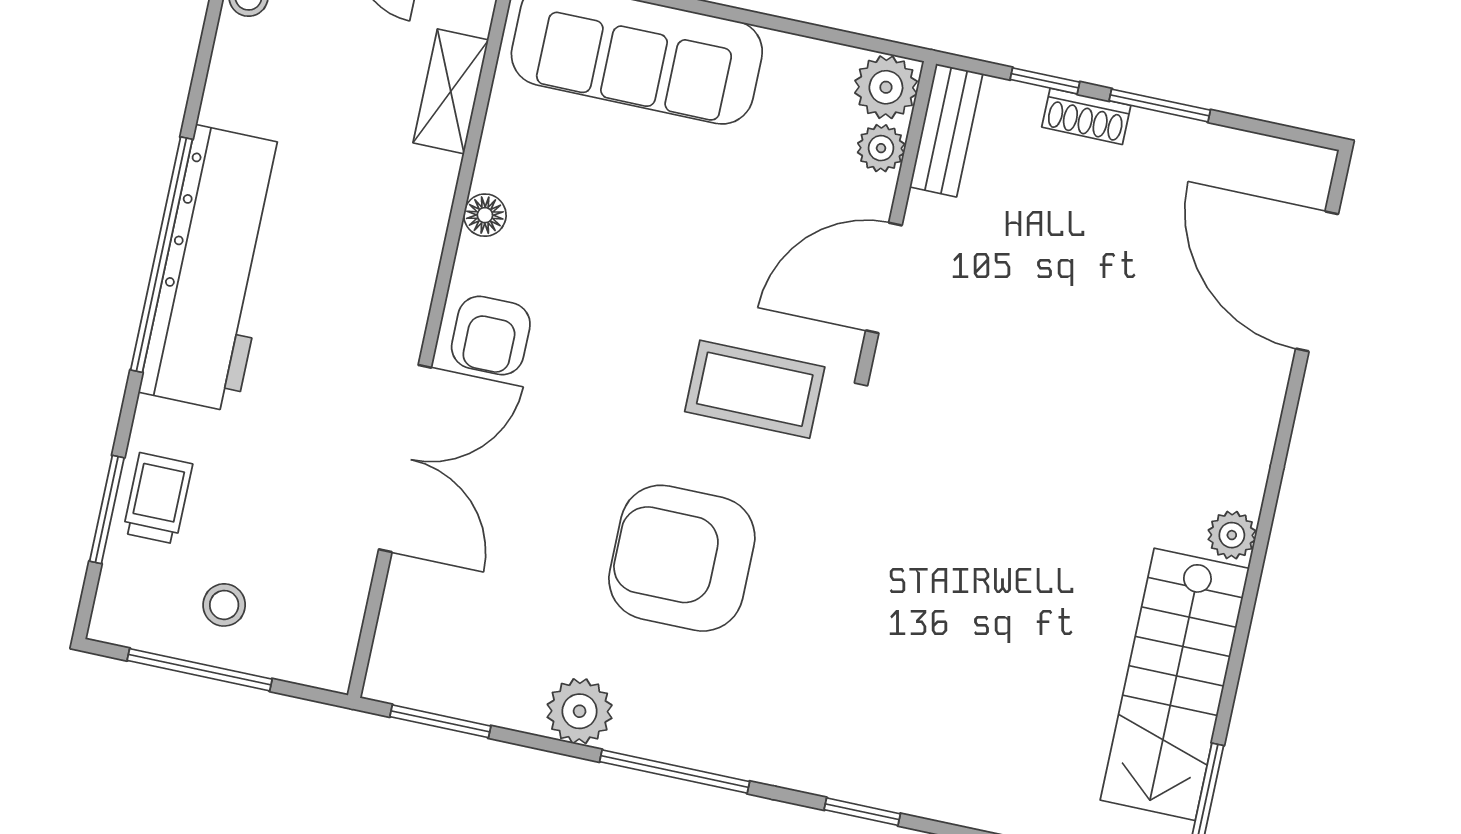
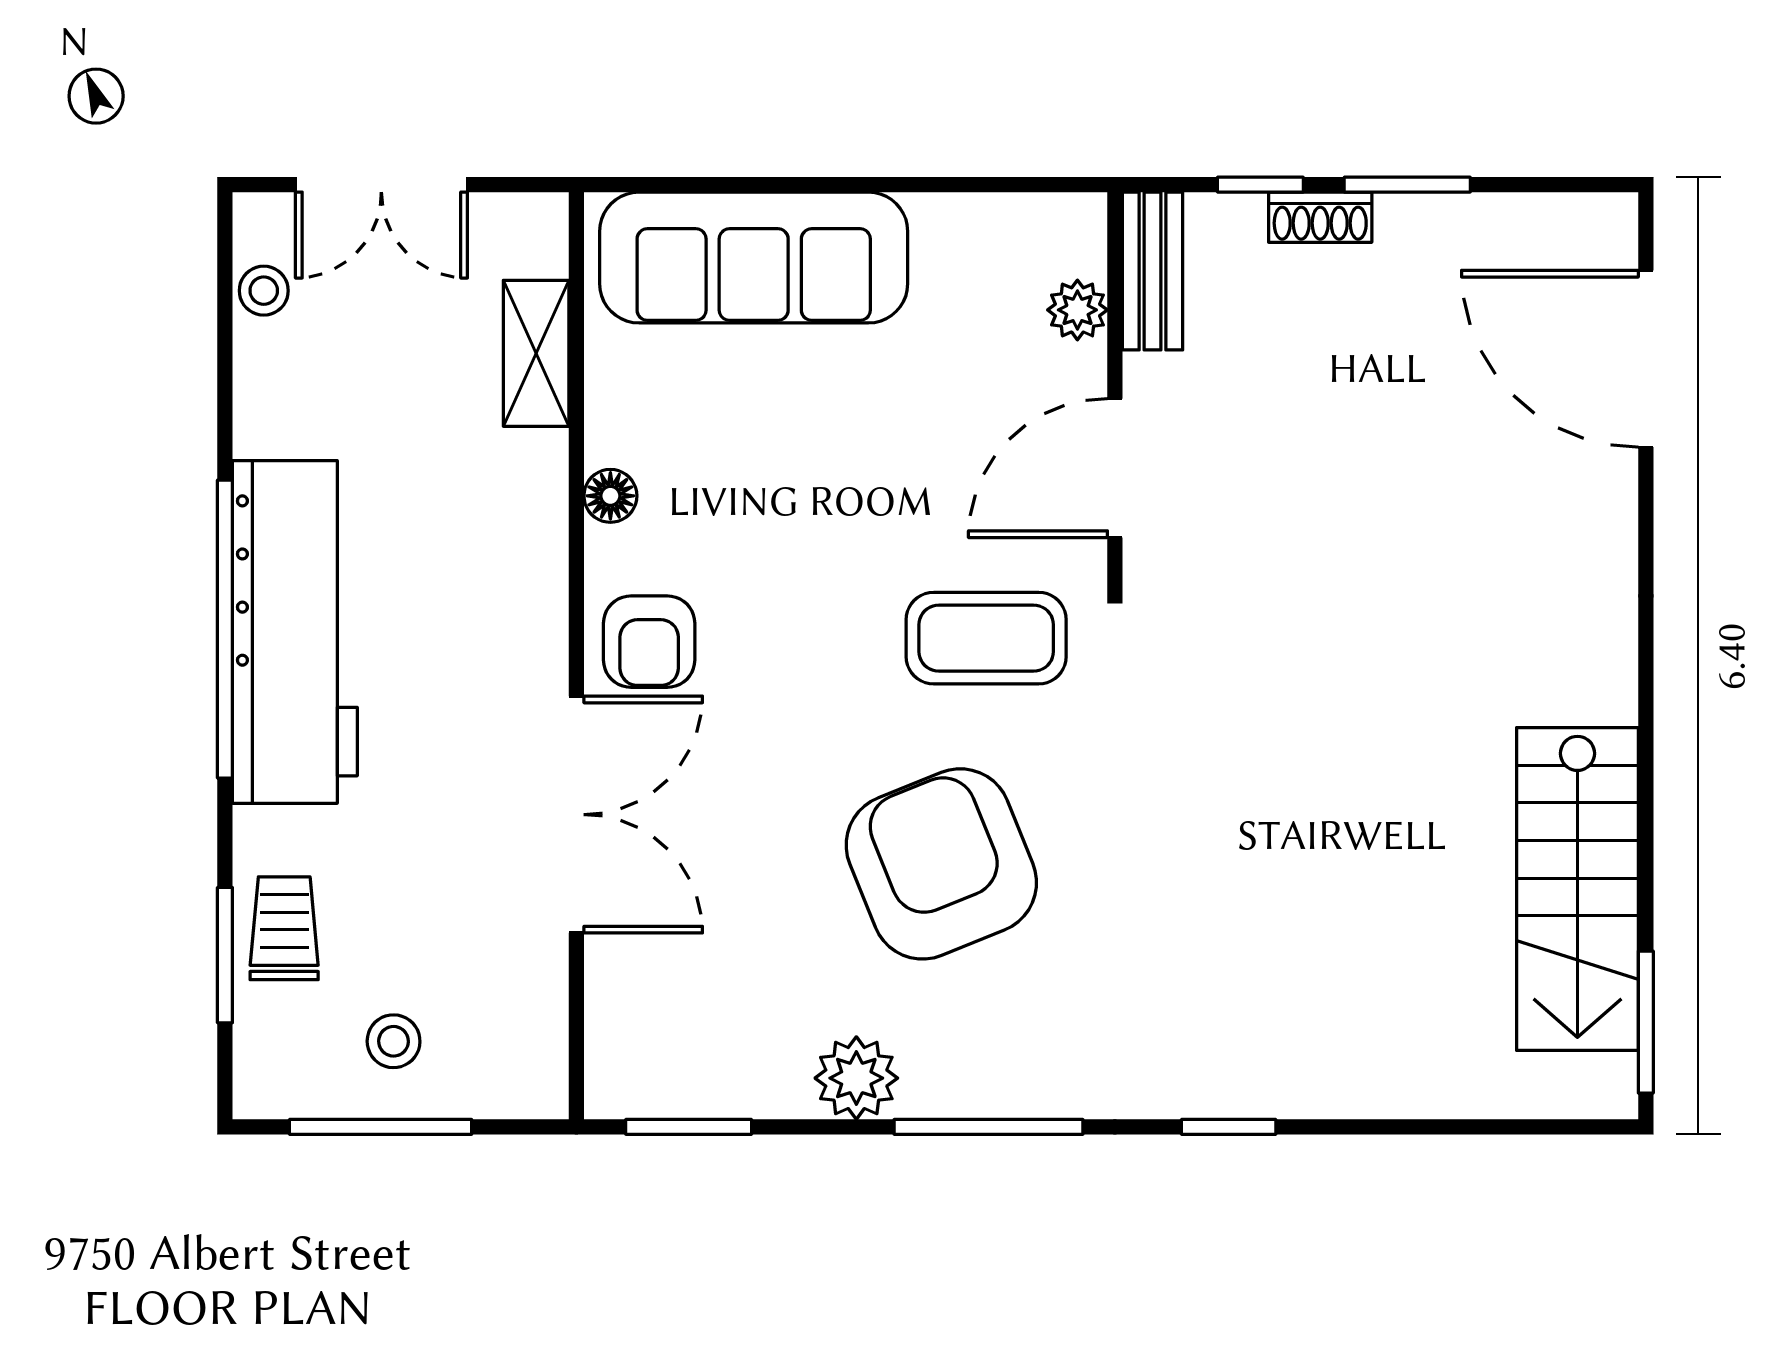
plant: (886, 87) -> (1068, 234), removed
plant: (1232, 535) -> (1608, 691), removed
armchair: (682, 558) -> (941, 864), turned 68

